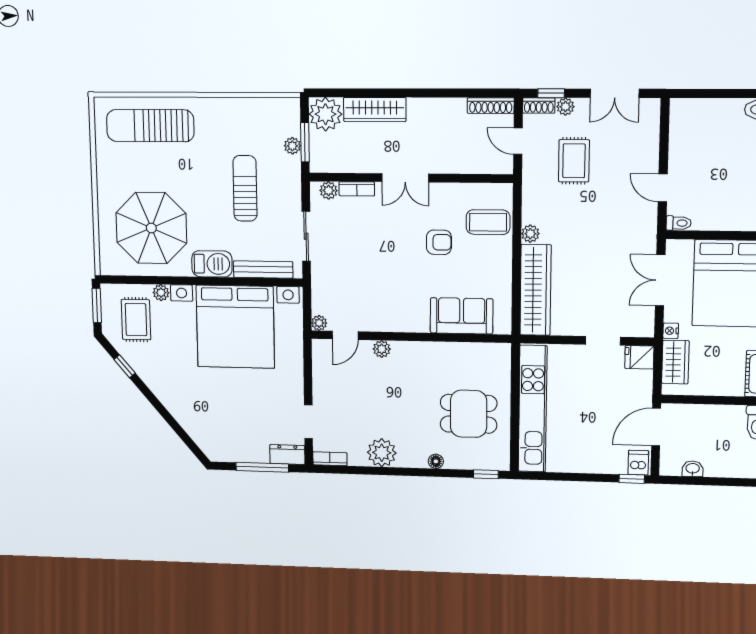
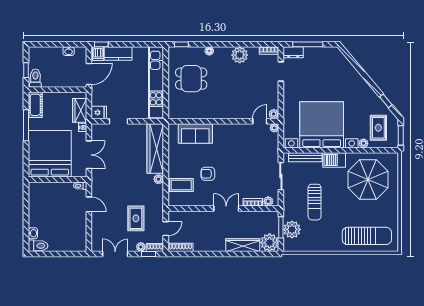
door: (518, 141) -> (166, 229), hinge flipped
plant: (292, 146) -> (292, 229), width x1.88, depth x1.88
plant: (382, 349) -> (274, 114), moved
kitchen counter: (601, 462) -> (118, 54), added

